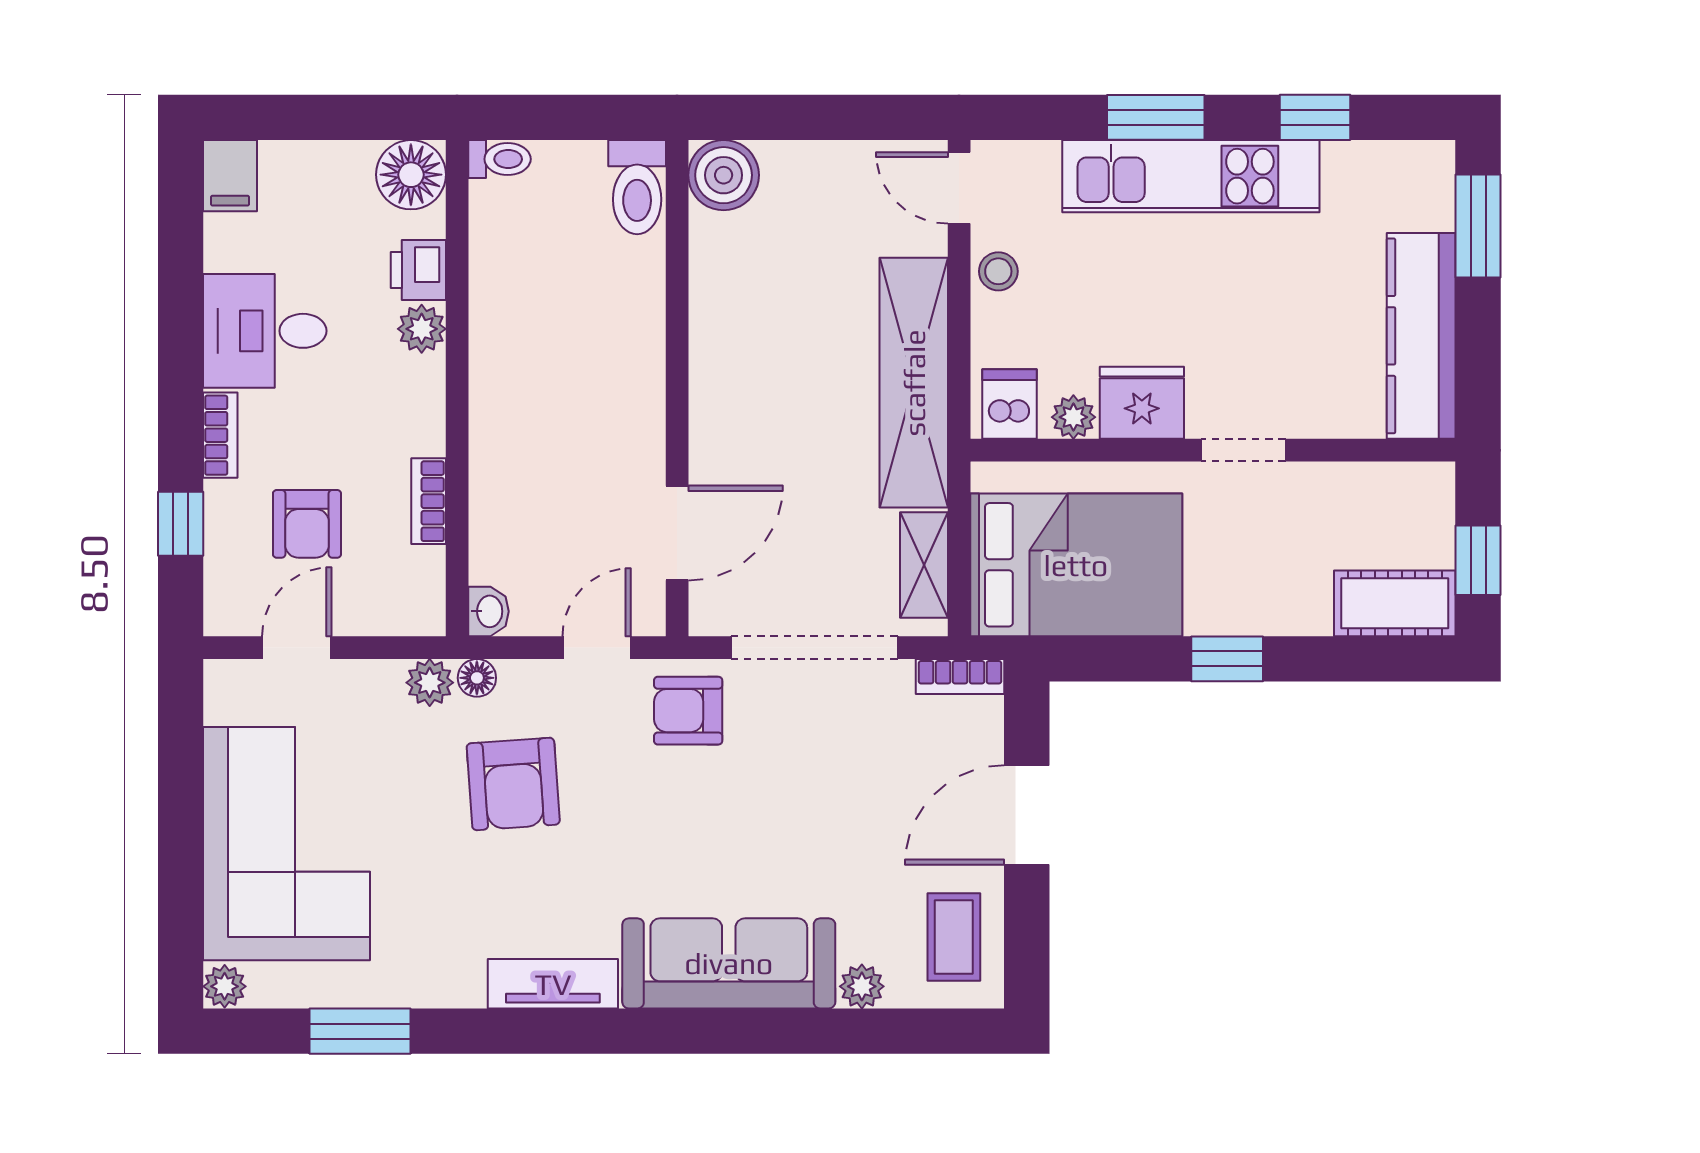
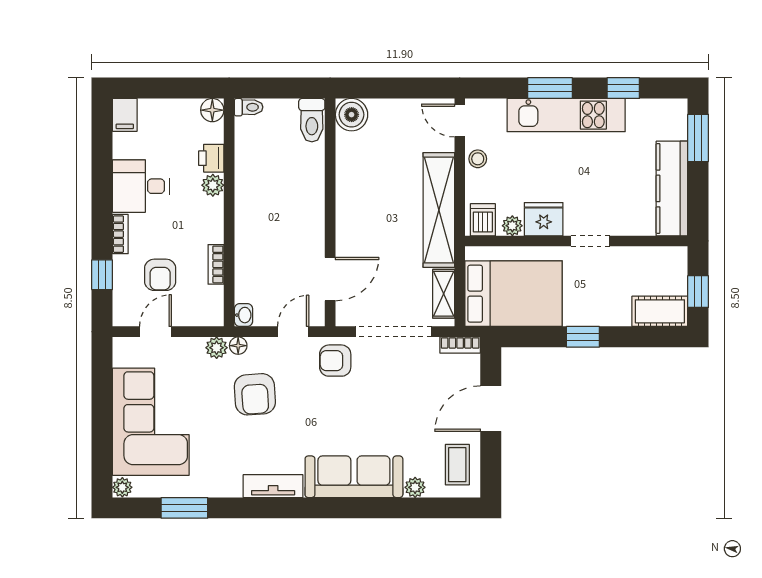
floor lamp: (411, 175) -> (212, 110), width x0.73, depth x0.73

